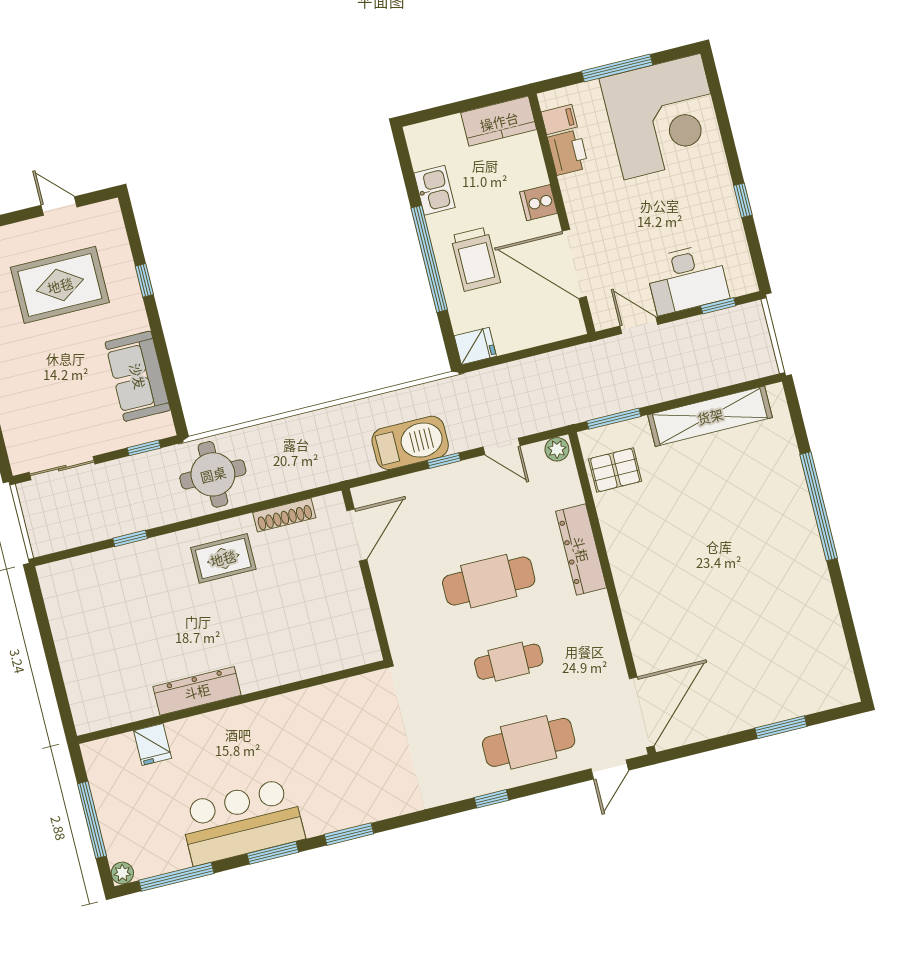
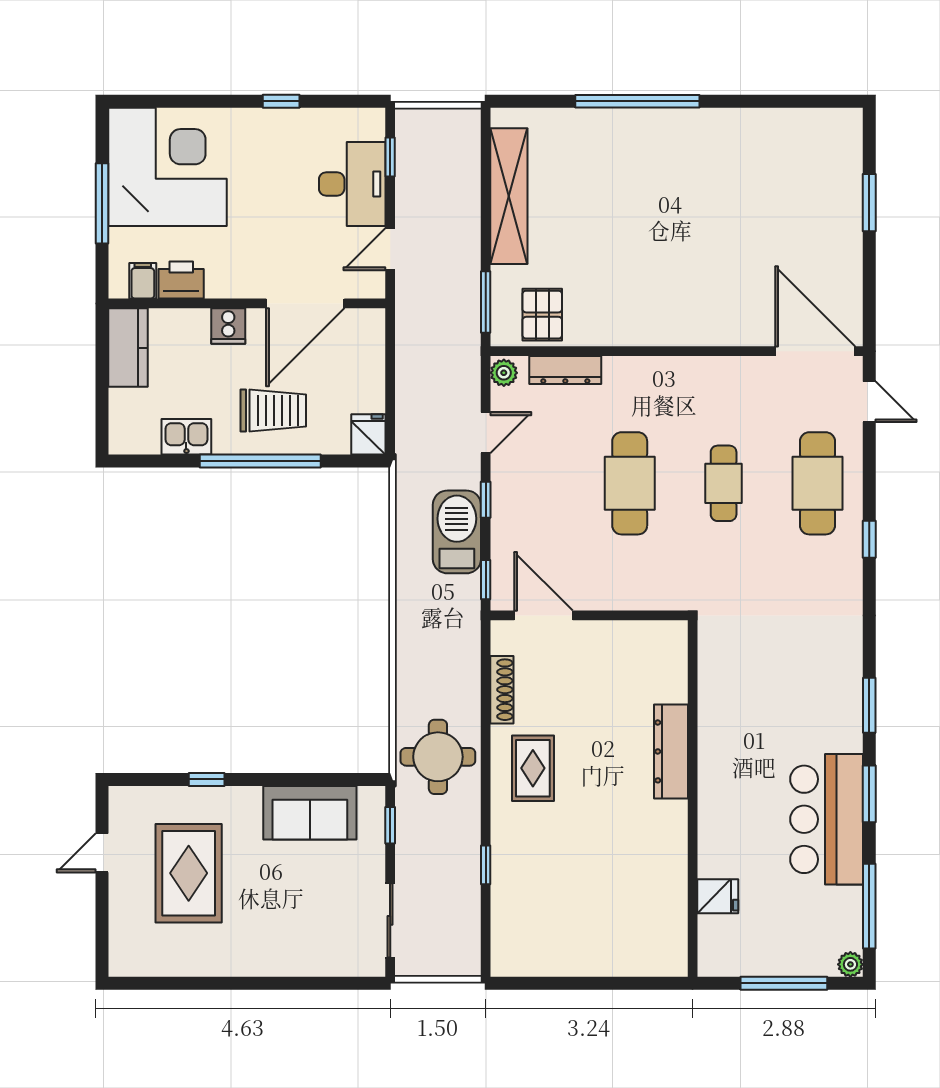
window: (375, 478) -> (486, 580), added
dresser: (581, 549) -> (565, 370), moved, width x0.73, depth x0.80
dresser: (197, 691) -> (671, 751), moved

